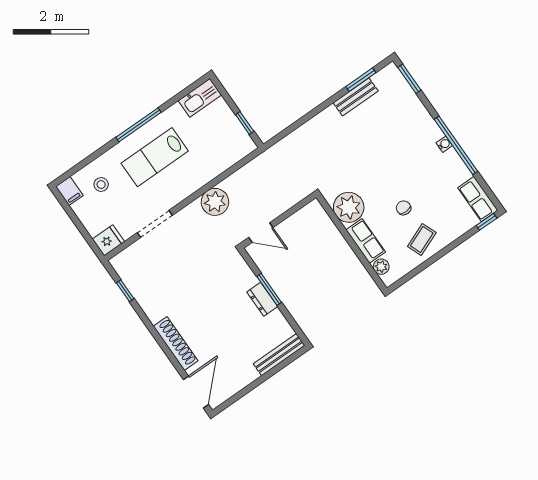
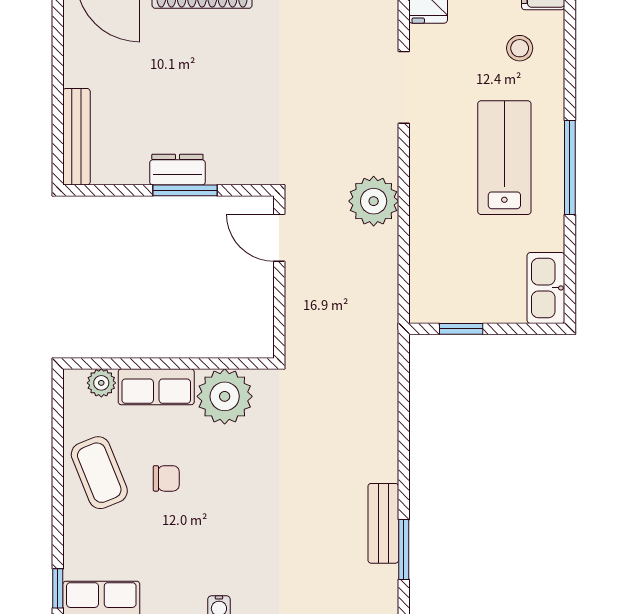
door: (261, 233) -> (279, 238), hinge flipped
coffee table: (422, 239) -> (99, 473), width x1.36, depth x1.30

